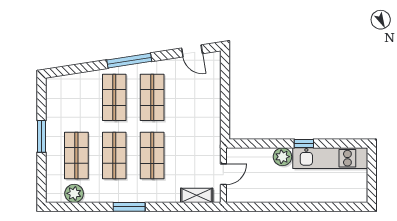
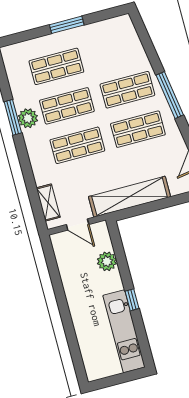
shelving: (211, 121) -> (130, 197), added
plant: (282, 157) -> (107, 261), moved
plant: (74, 193) -> (28, 118), moved
window: (129, 207) -> (13, 117), moved

